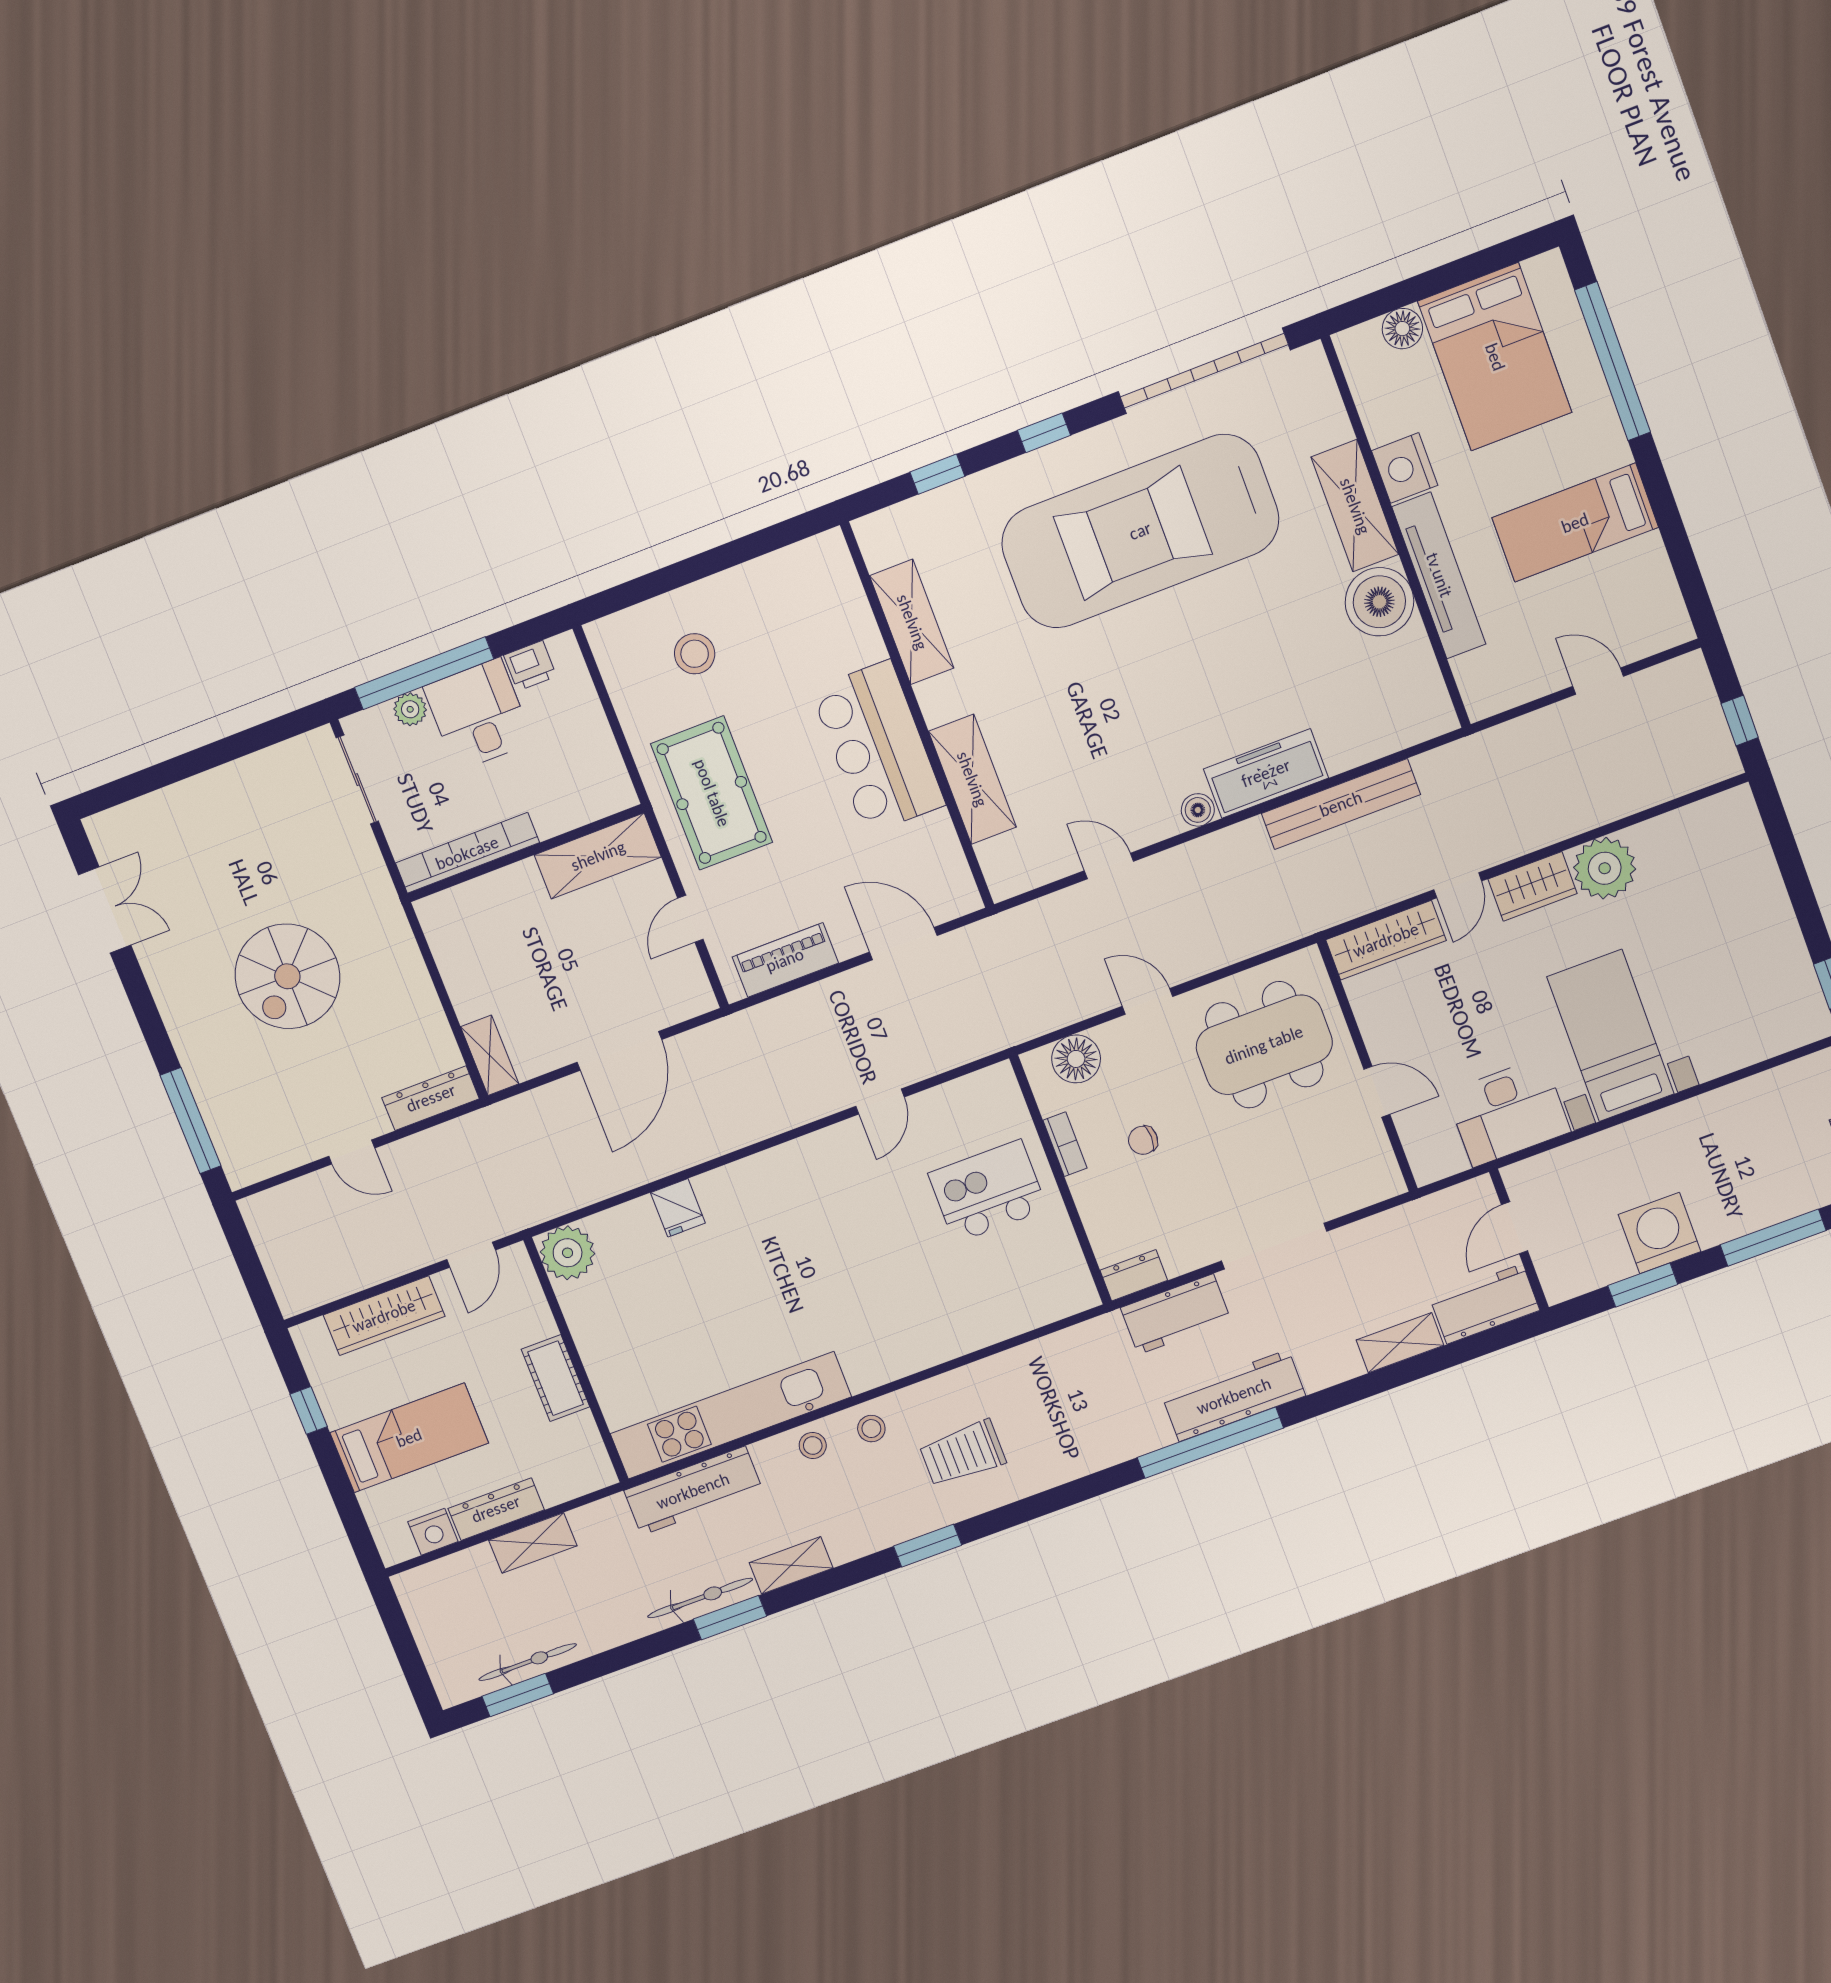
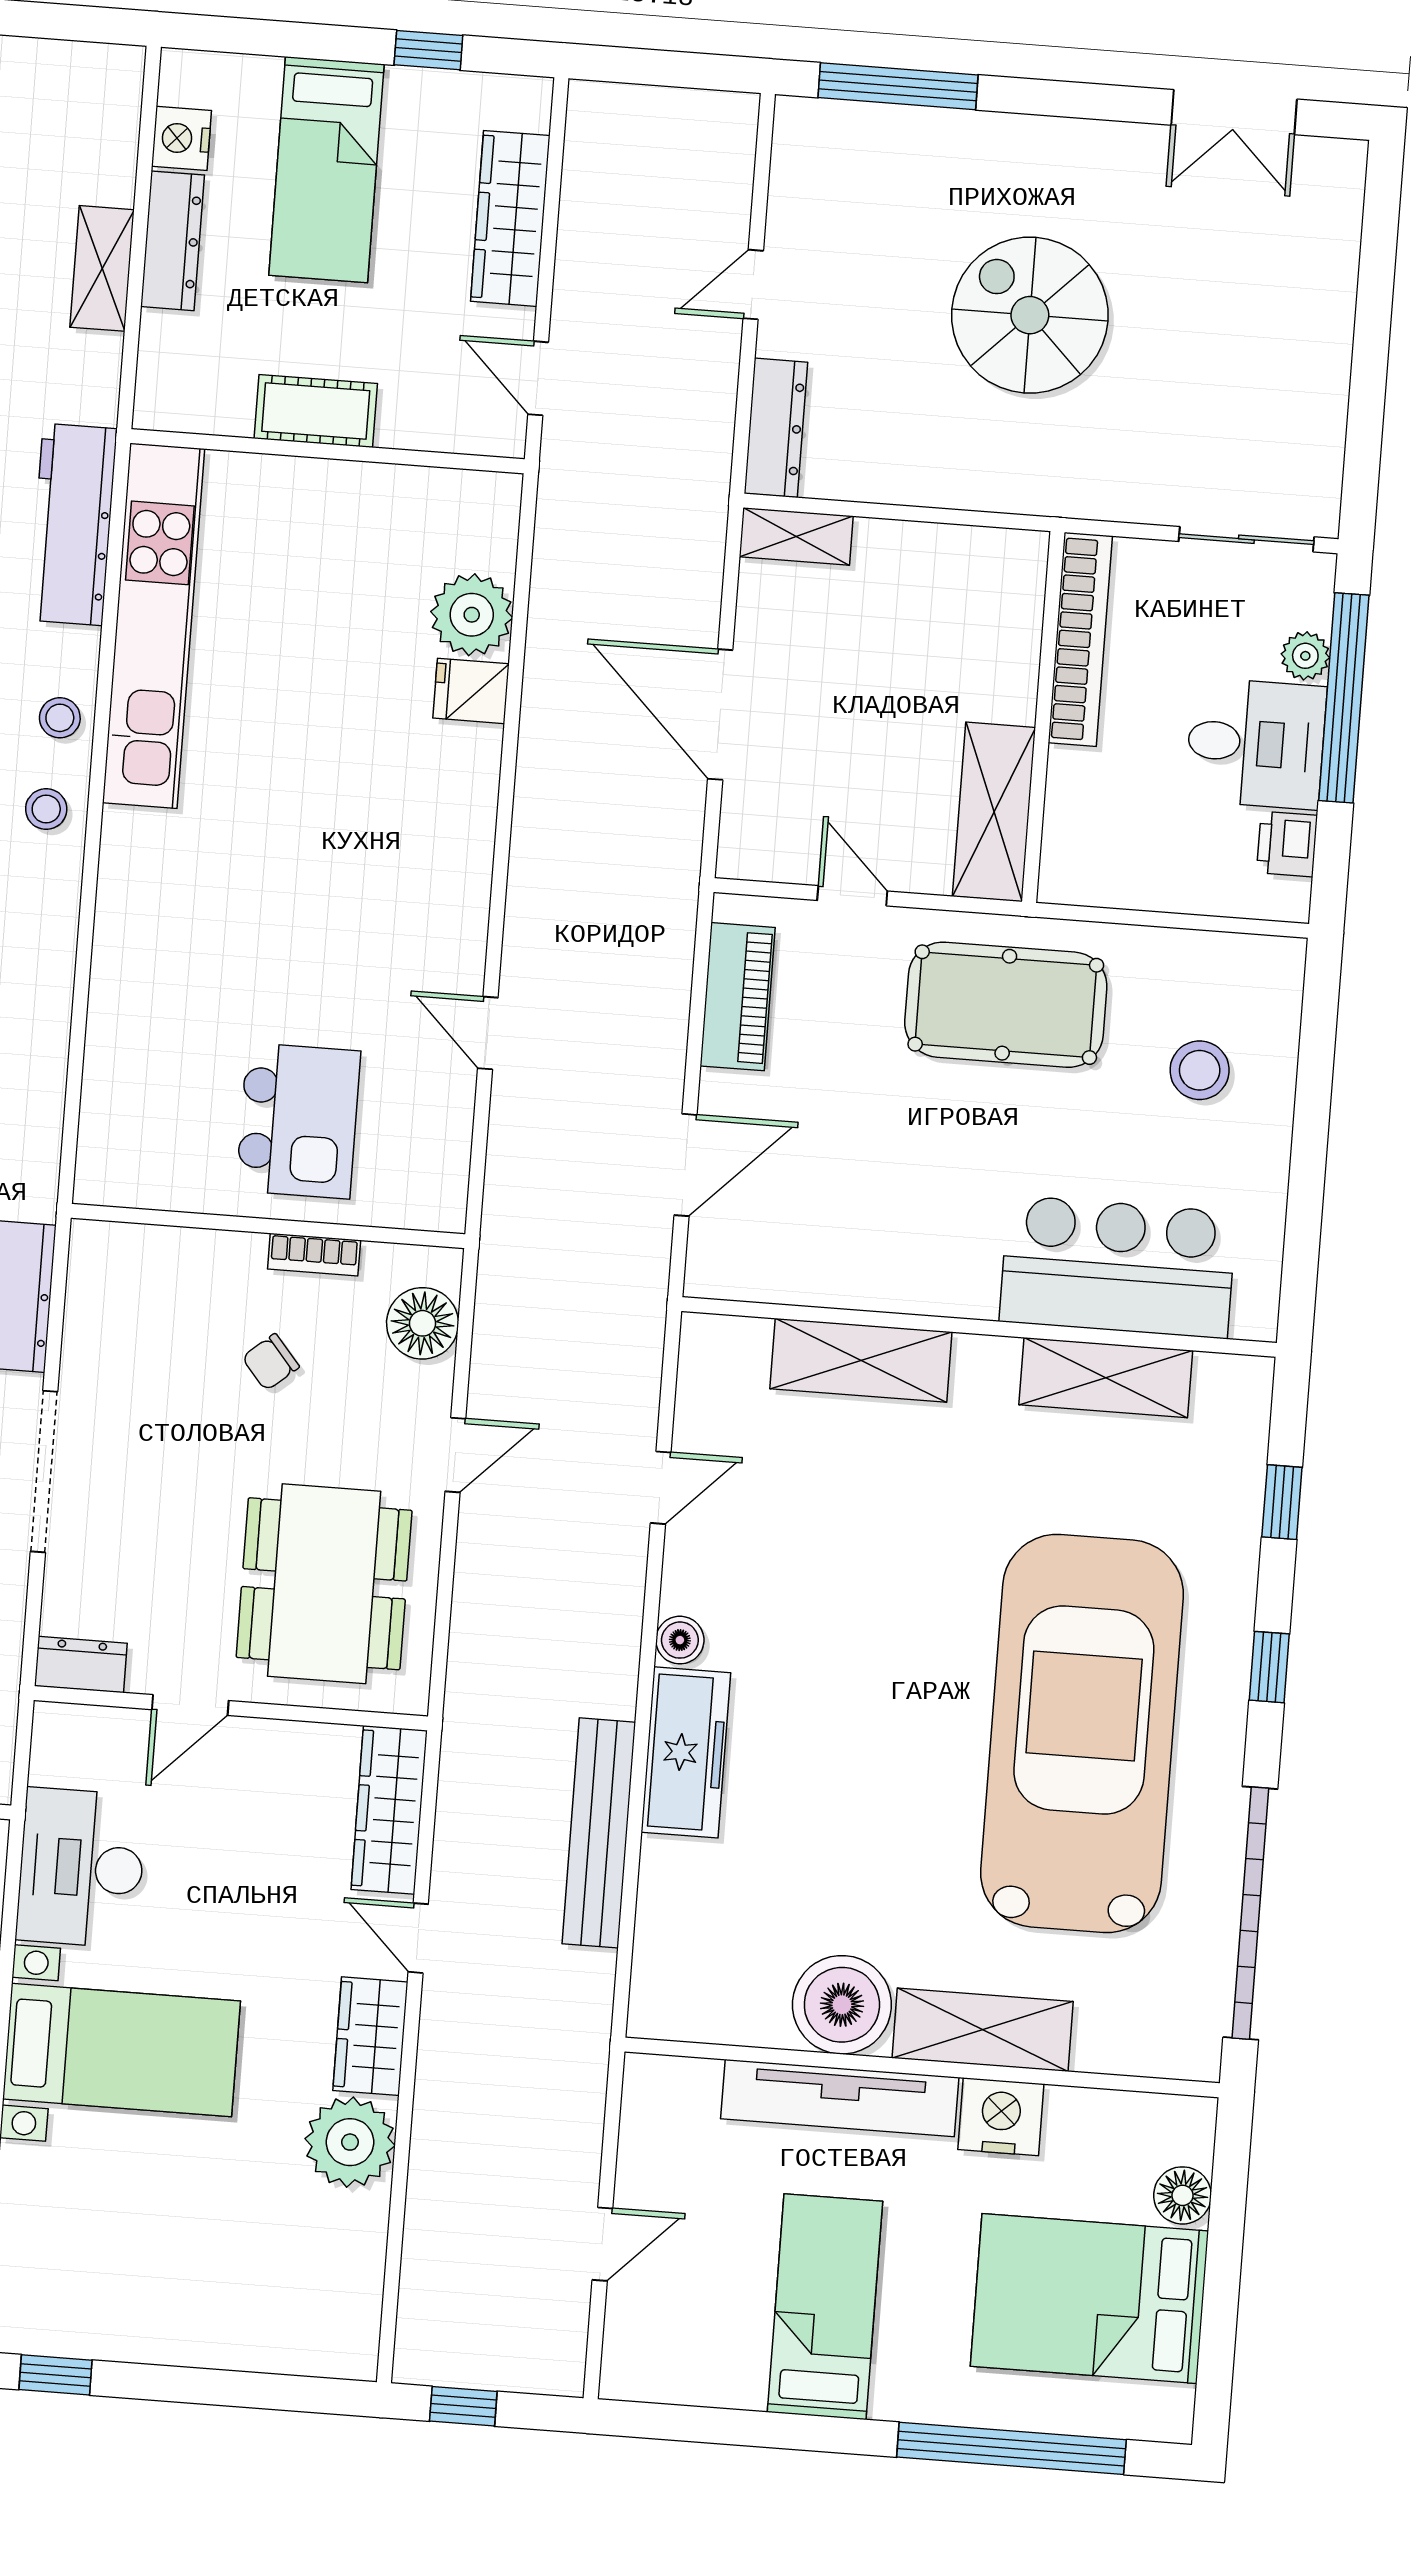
bar counter: (878, 747) -> (1118, 1267), moved
chair: (1143, 1140) -> (271, 1362), turned -130
plant: (568, 1253) -> (472, 615), moved
dresser: (1134, 1275) -> (81, 1665), moved, turned -90

